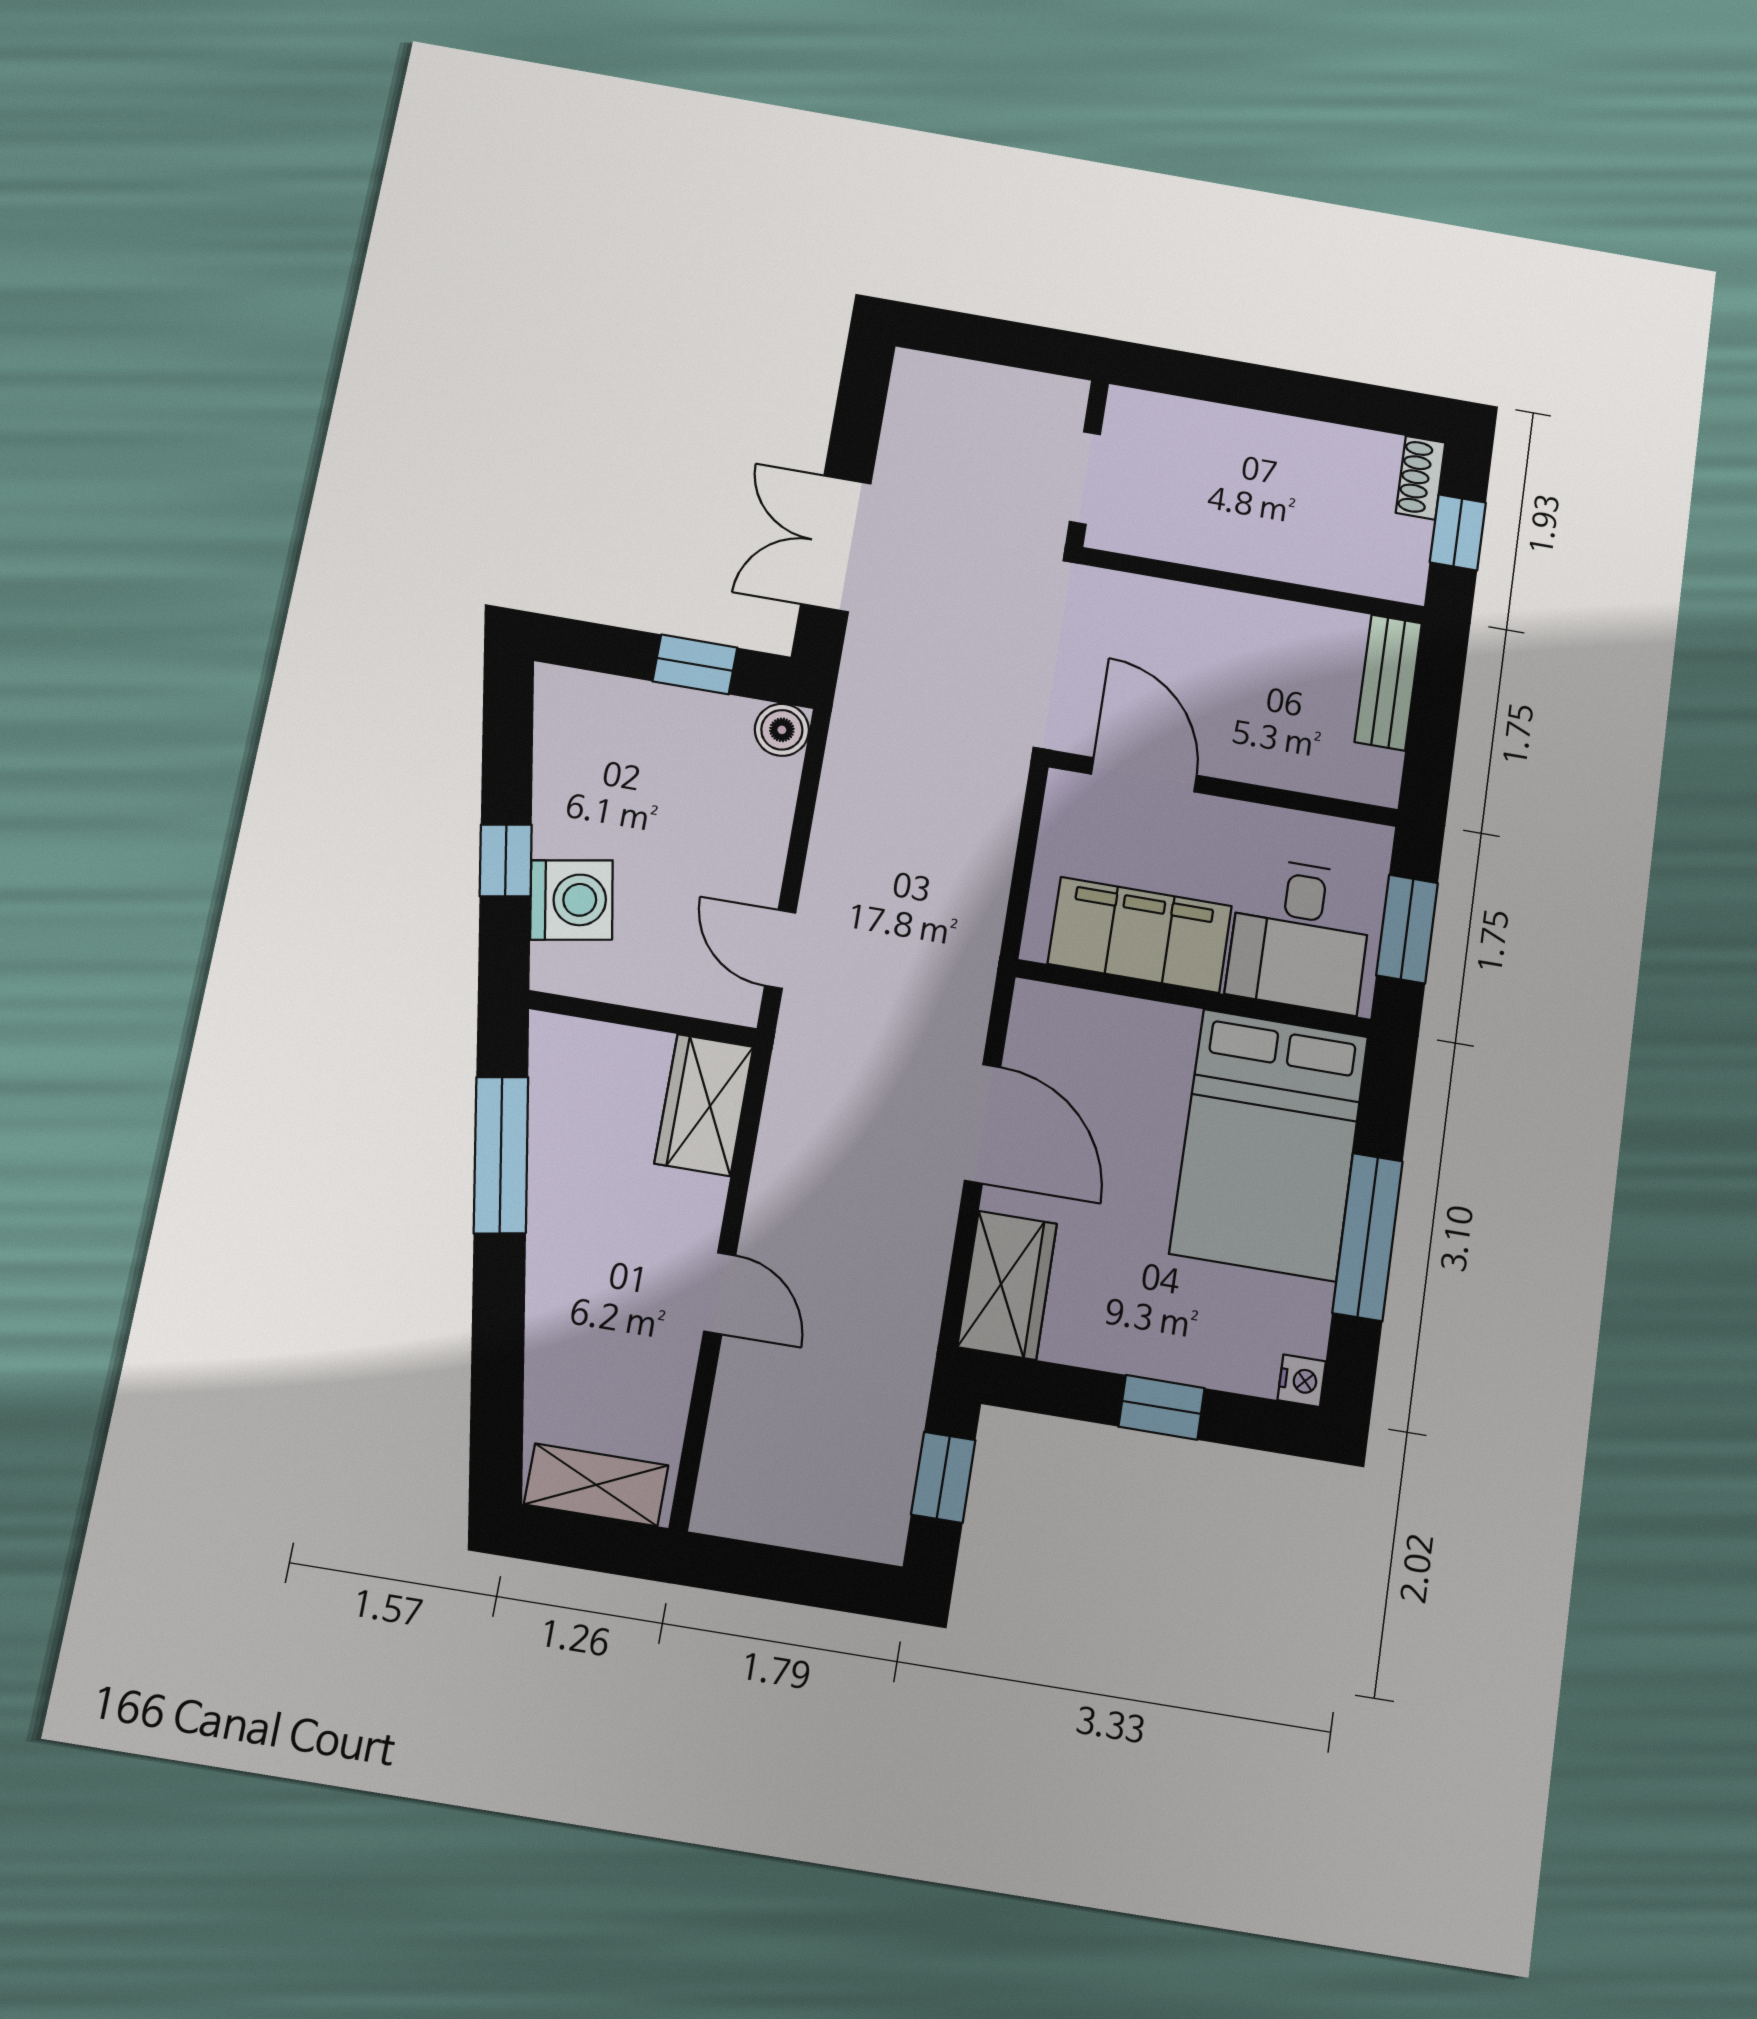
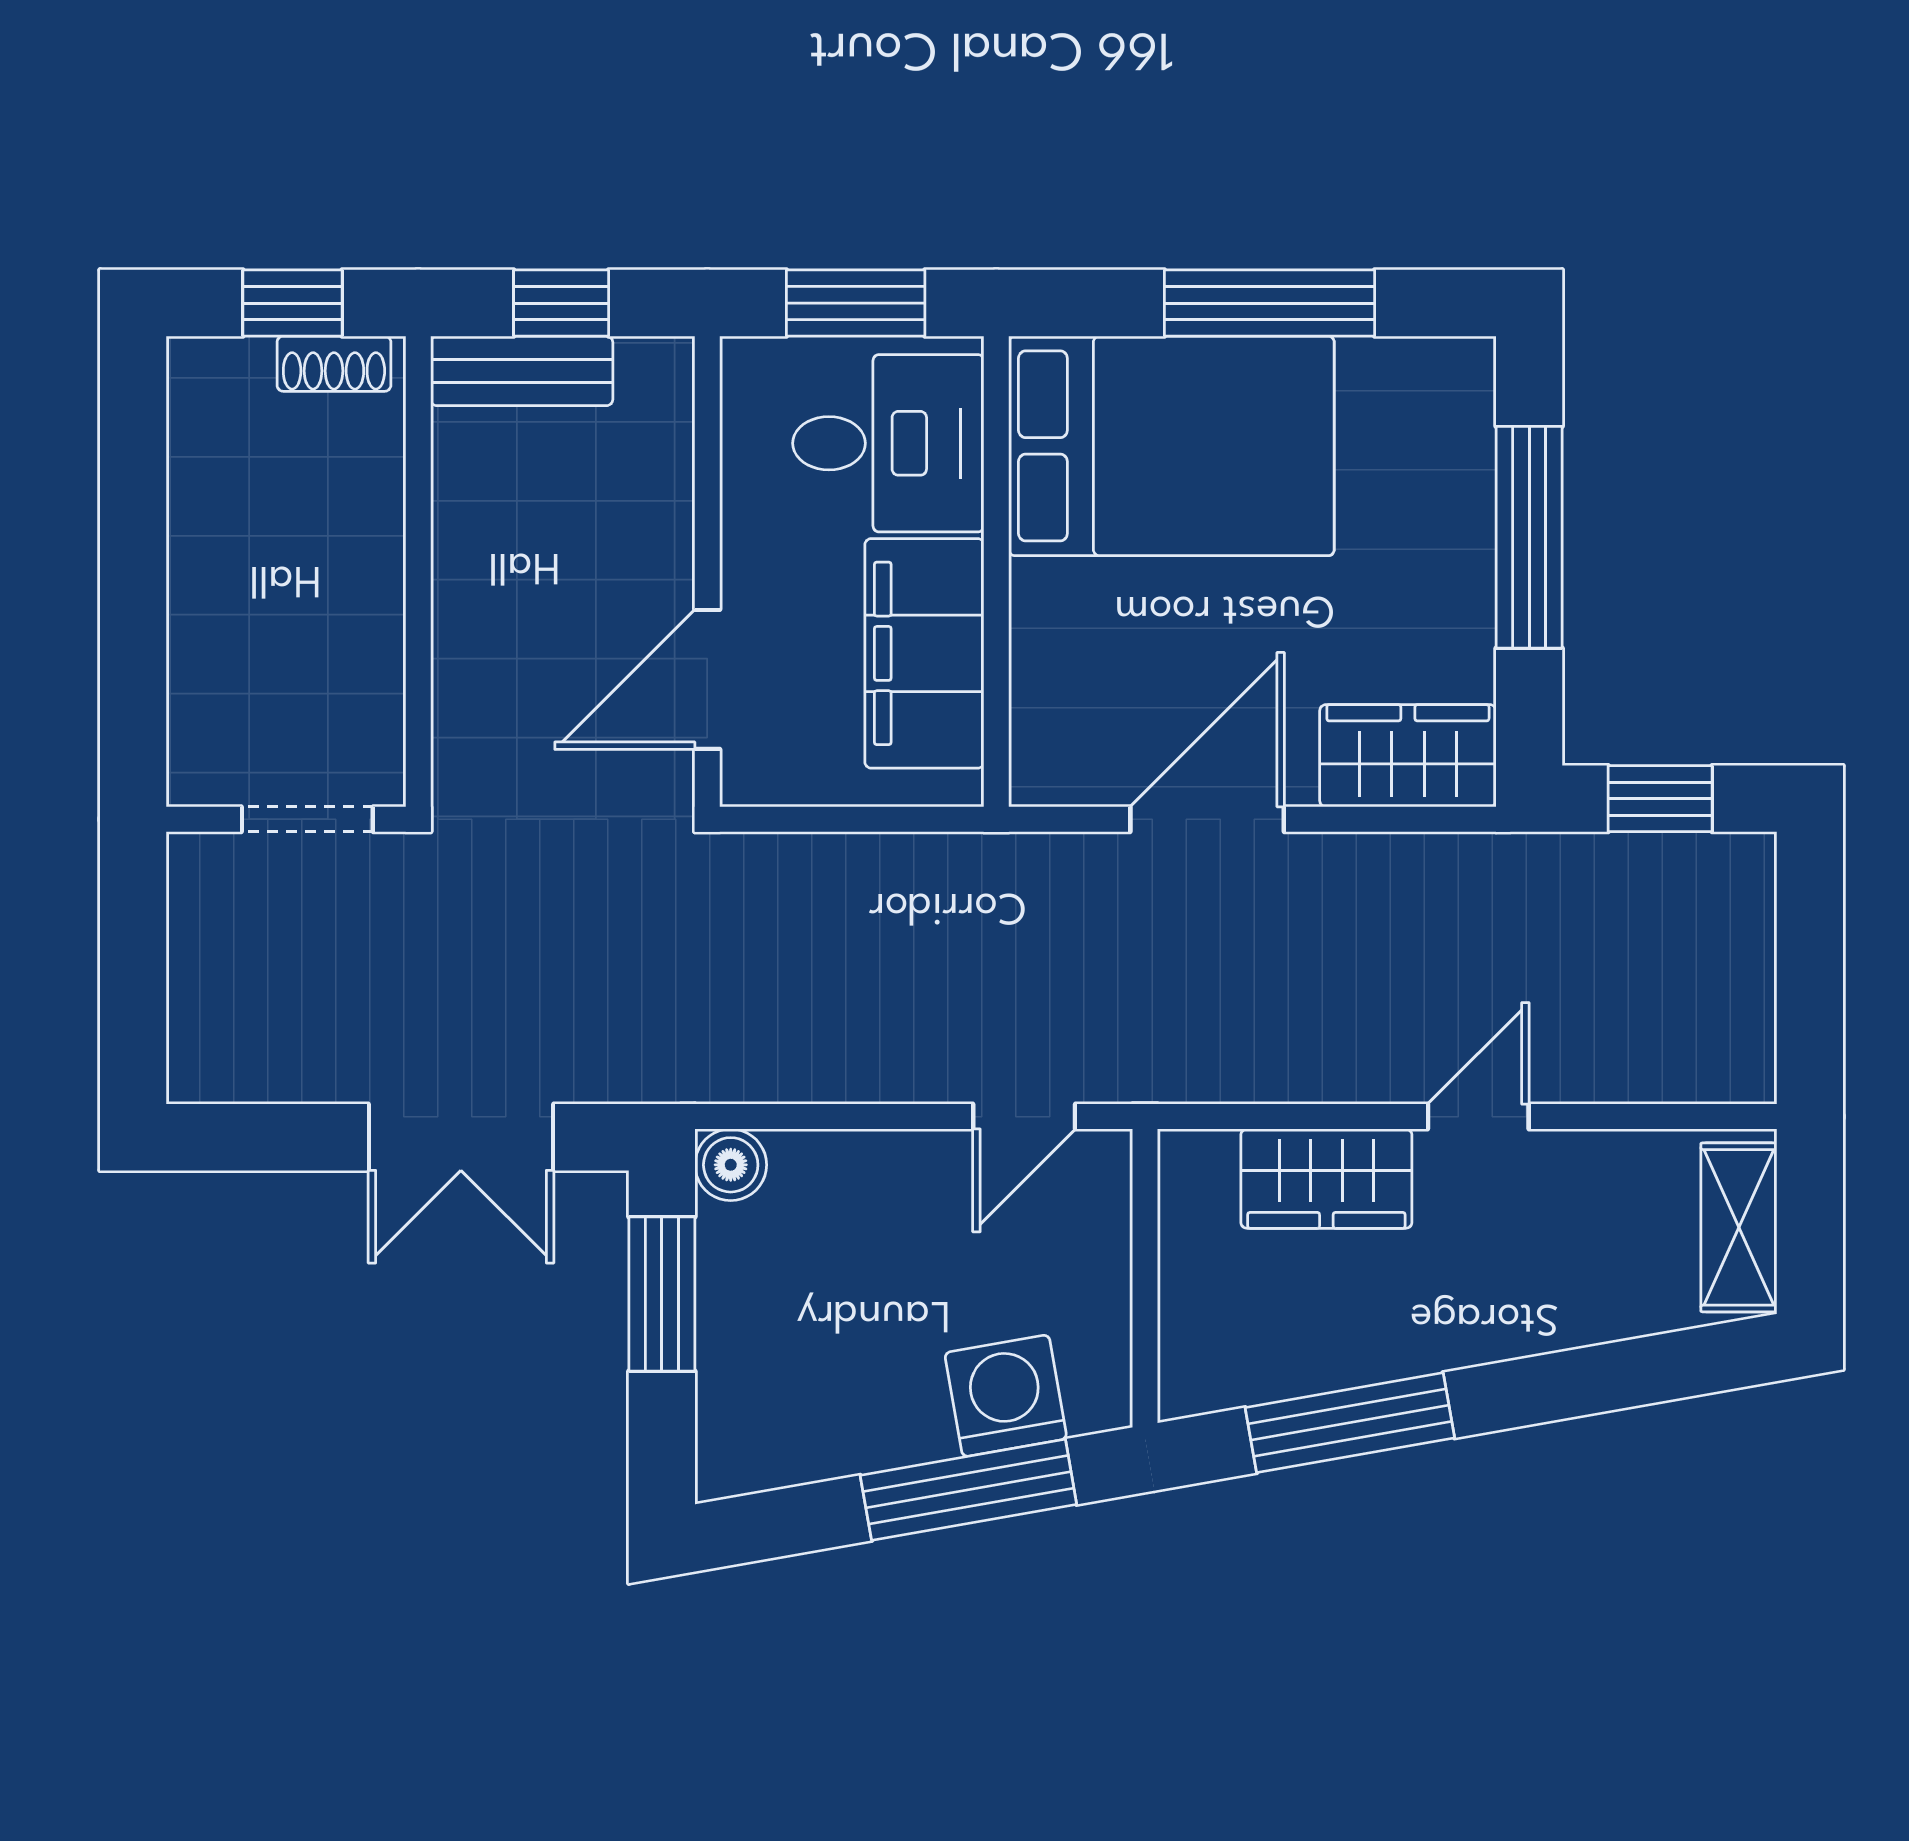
shoe rack: (1421, 478) -> (334, 364), moved
window: (695, 664) -> (662, 1294), width x1.50
window: (1434, 719) -> (561, 303), added
window: (506, 860) -> (968, 1490), width x2.17
wardrobe: (704, 1105) -> (1326, 1179), moved
nightstand: (1302, 1381) -> (1467, 364), removed
window: (1162, 1407) -> (1529, 537), width x2.17

